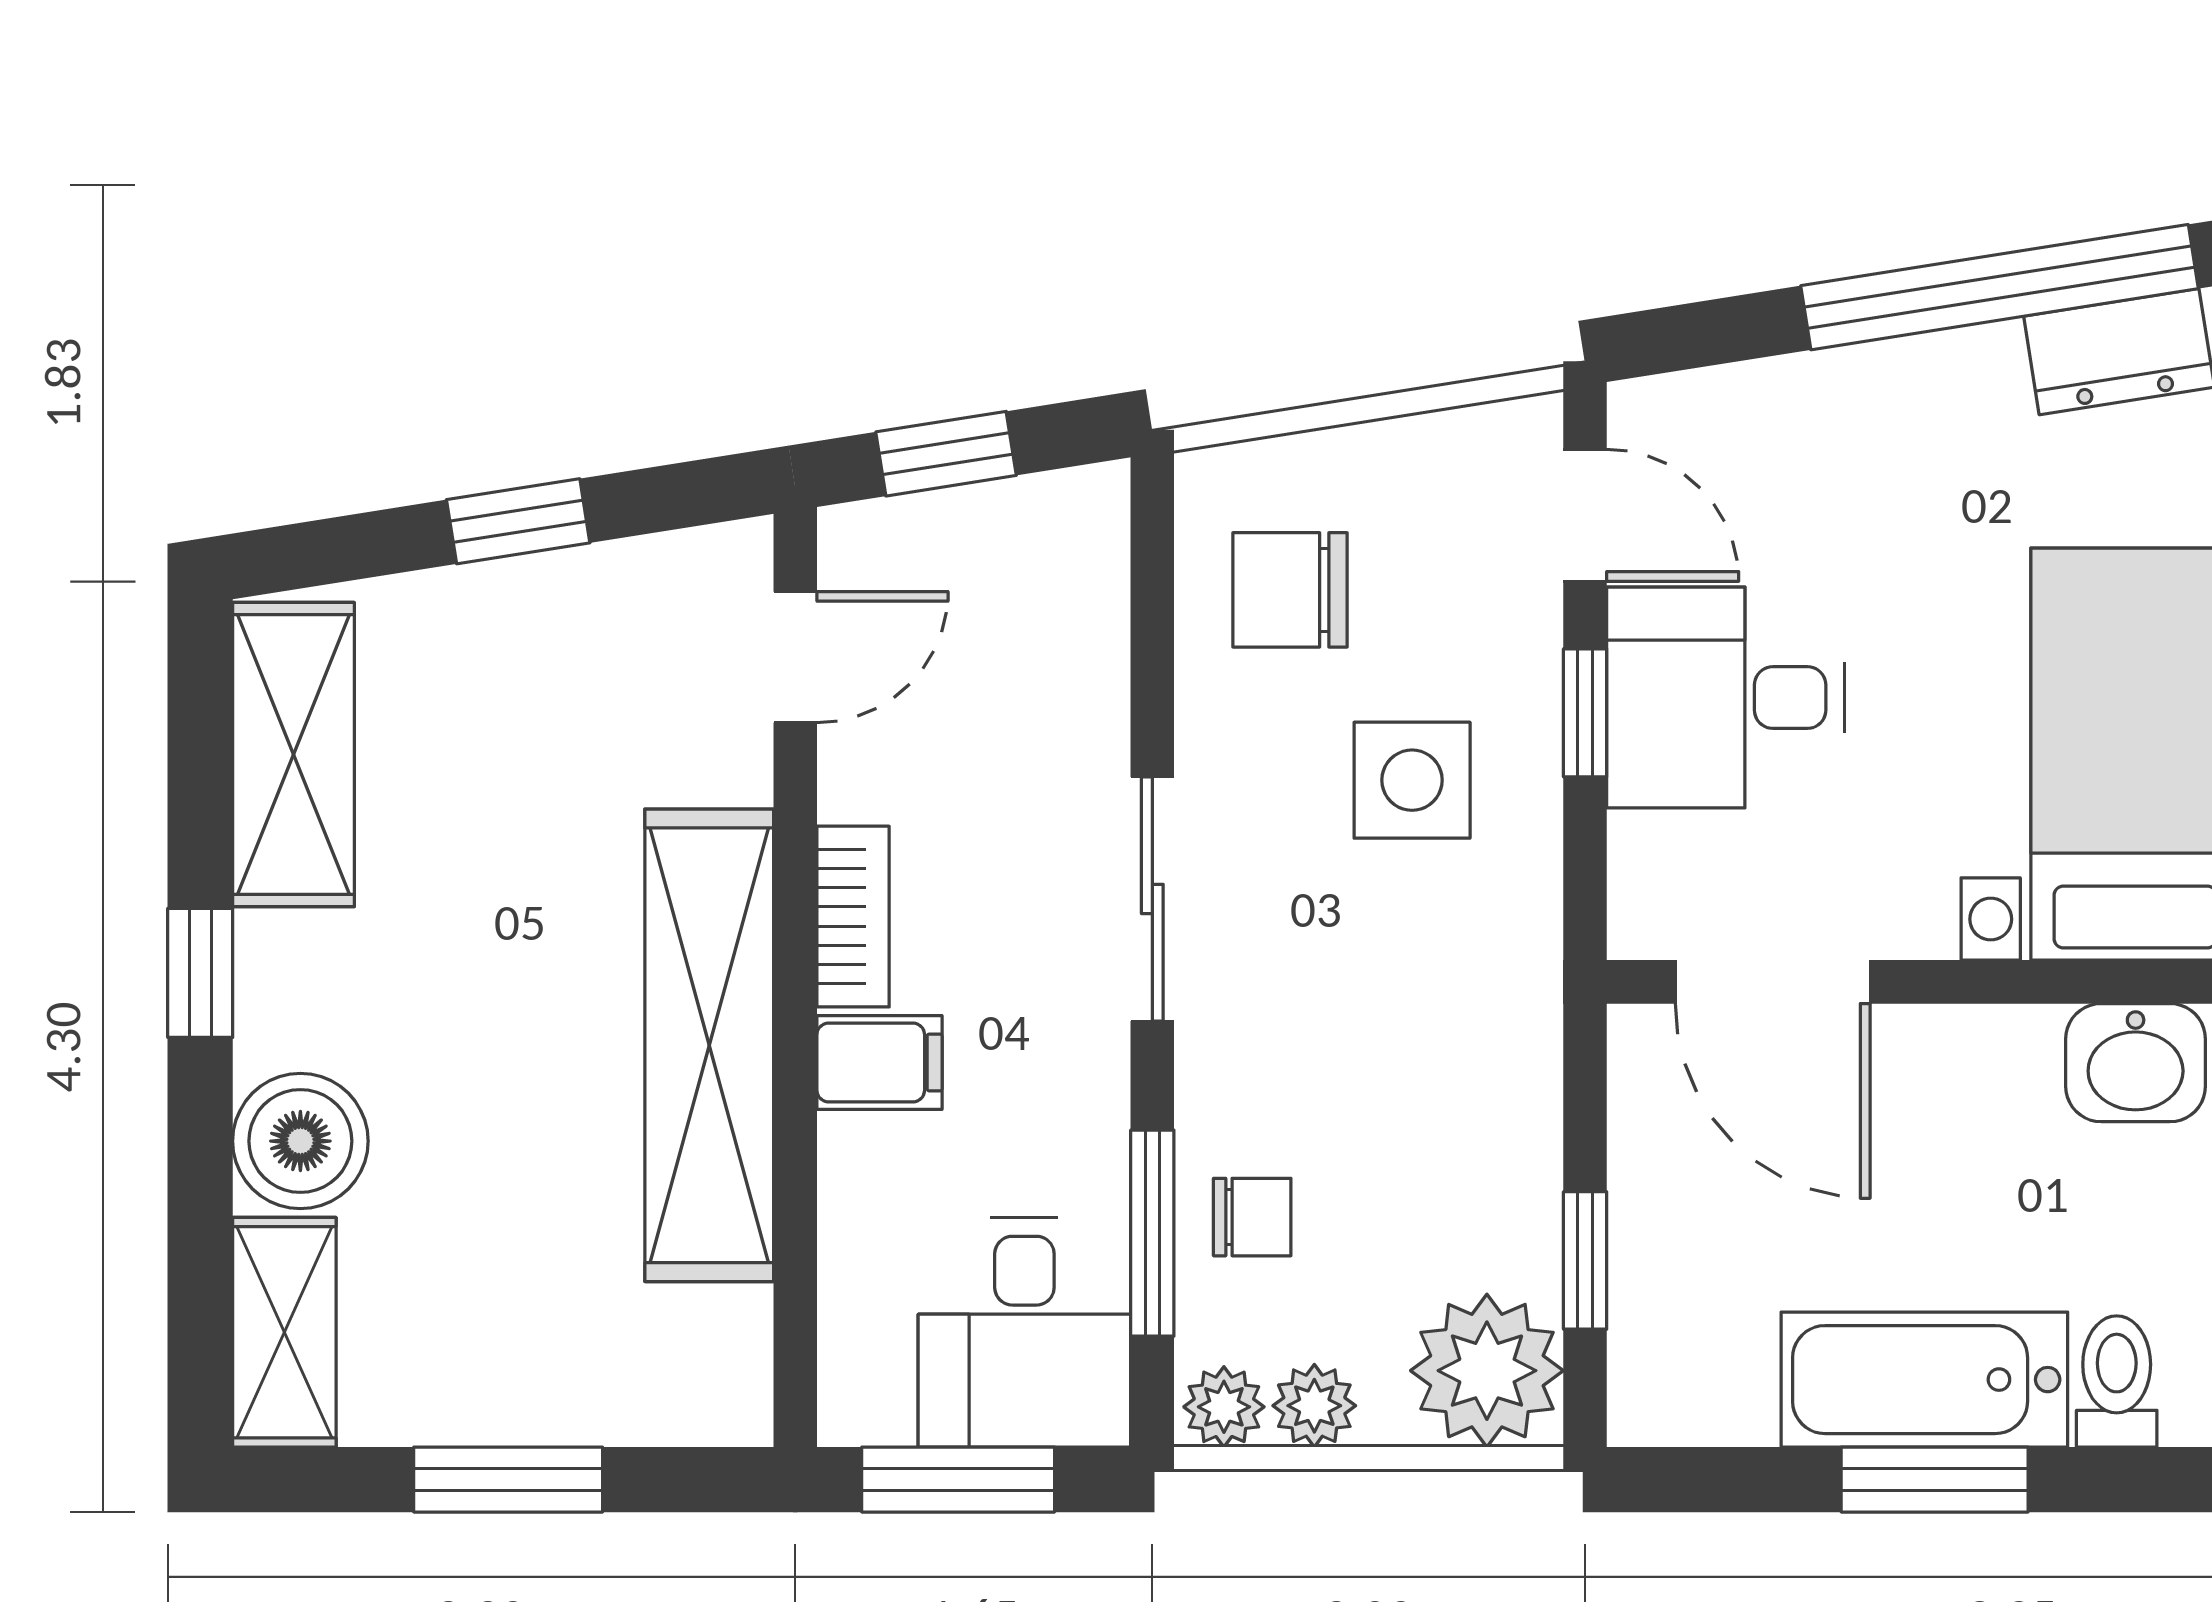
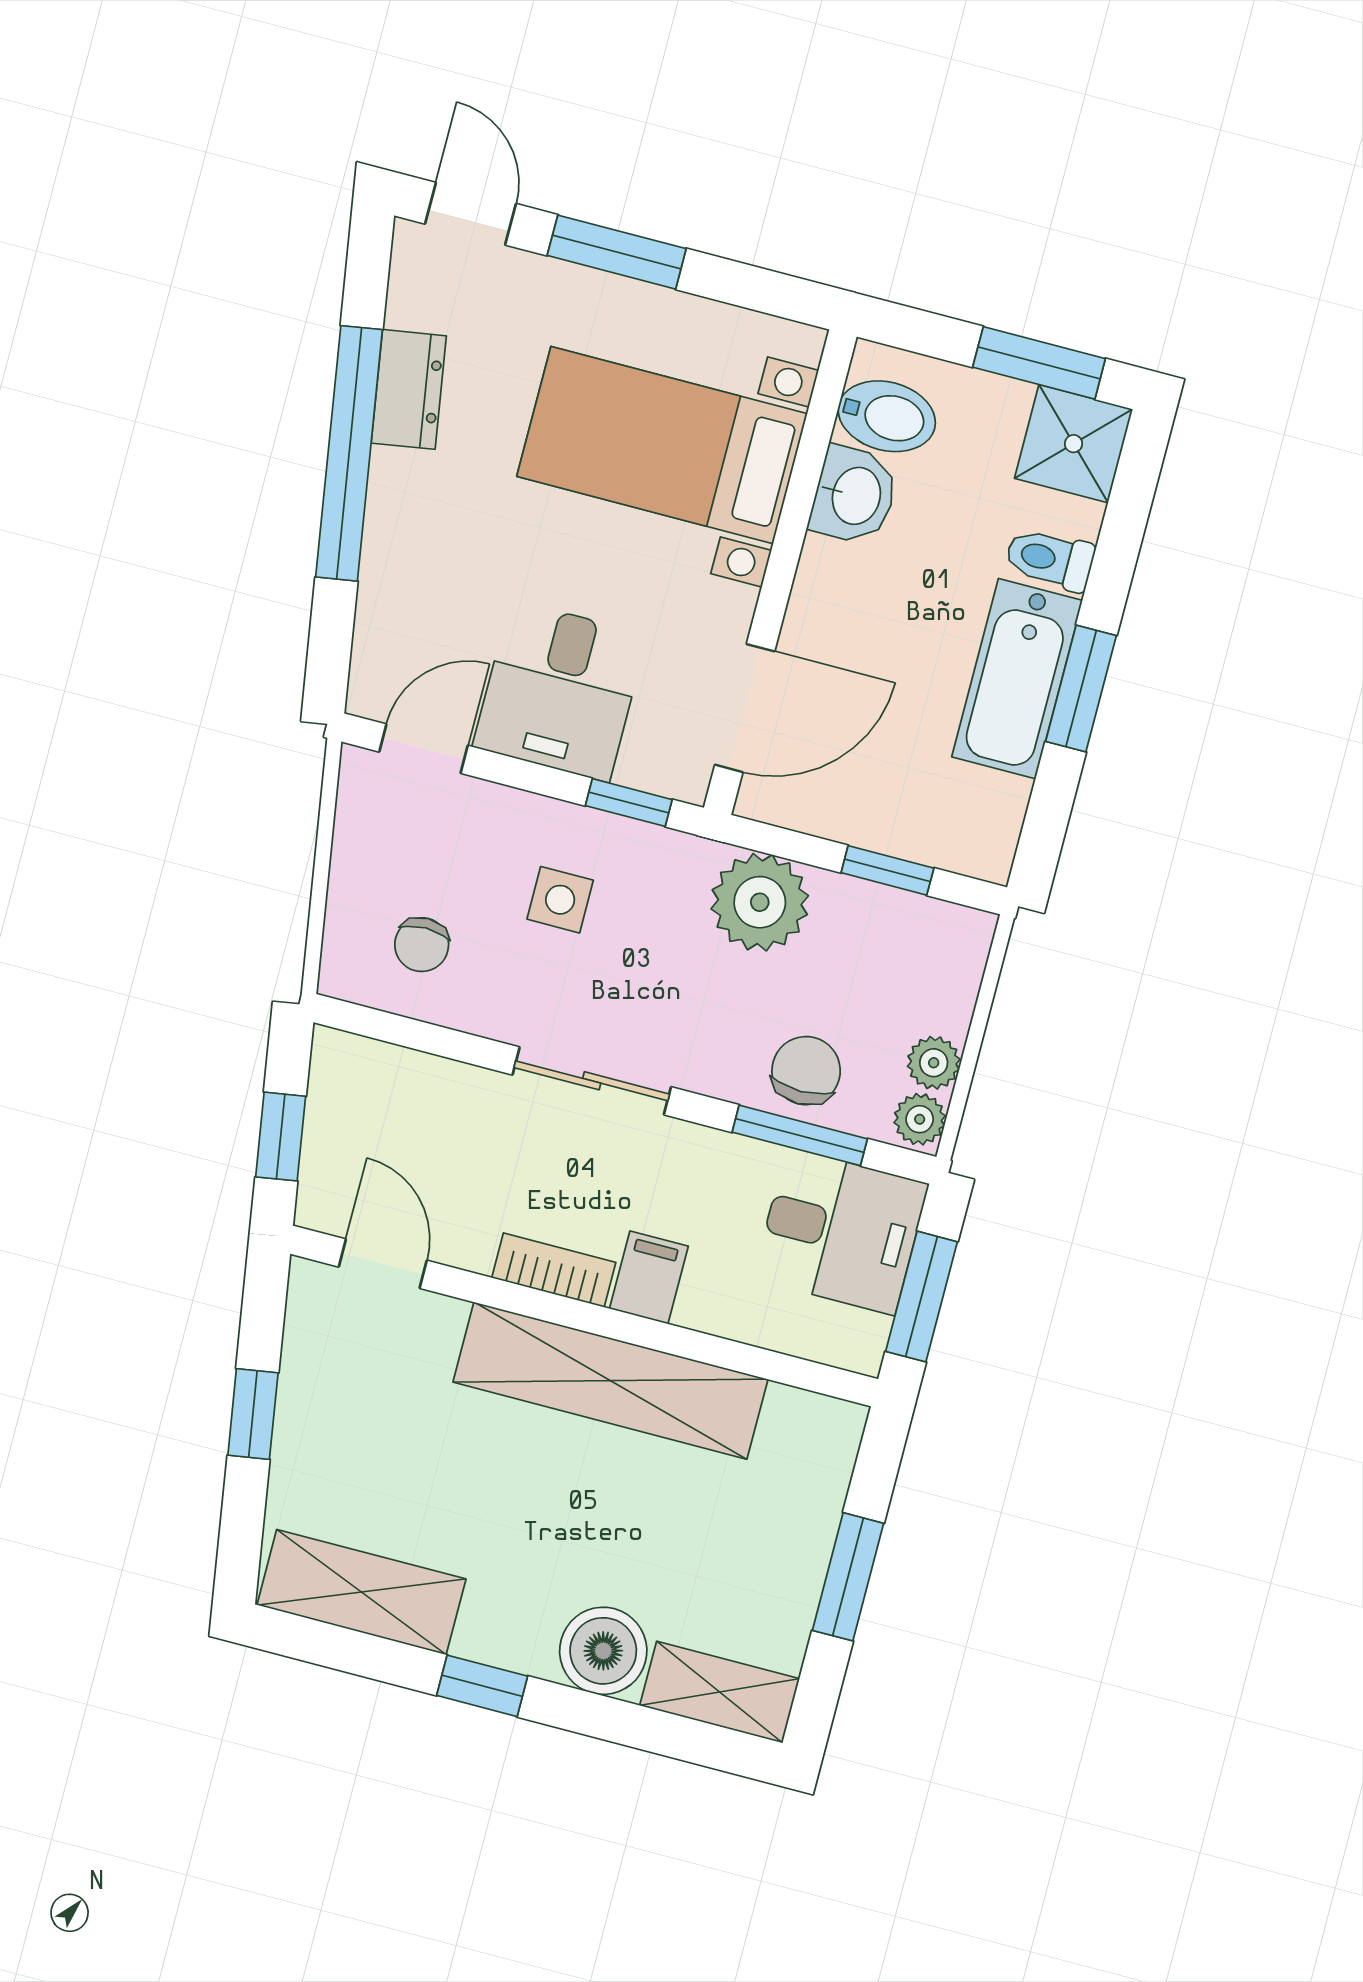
chair: (1290, 590) -> (422, 945), width x0.73, depth x0.73
window: (1585, 713) -> (629, 803), moved
side table: (1412, 780) -> (560, 900), width x0.73, depth x0.73
chair: (1252, 1217) -> (806, 1071), width x1.37, depth x1.37
plant: (1487, 1371) -> (760, 902), moved

